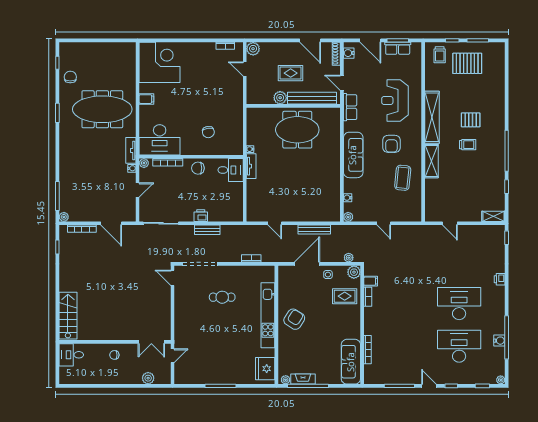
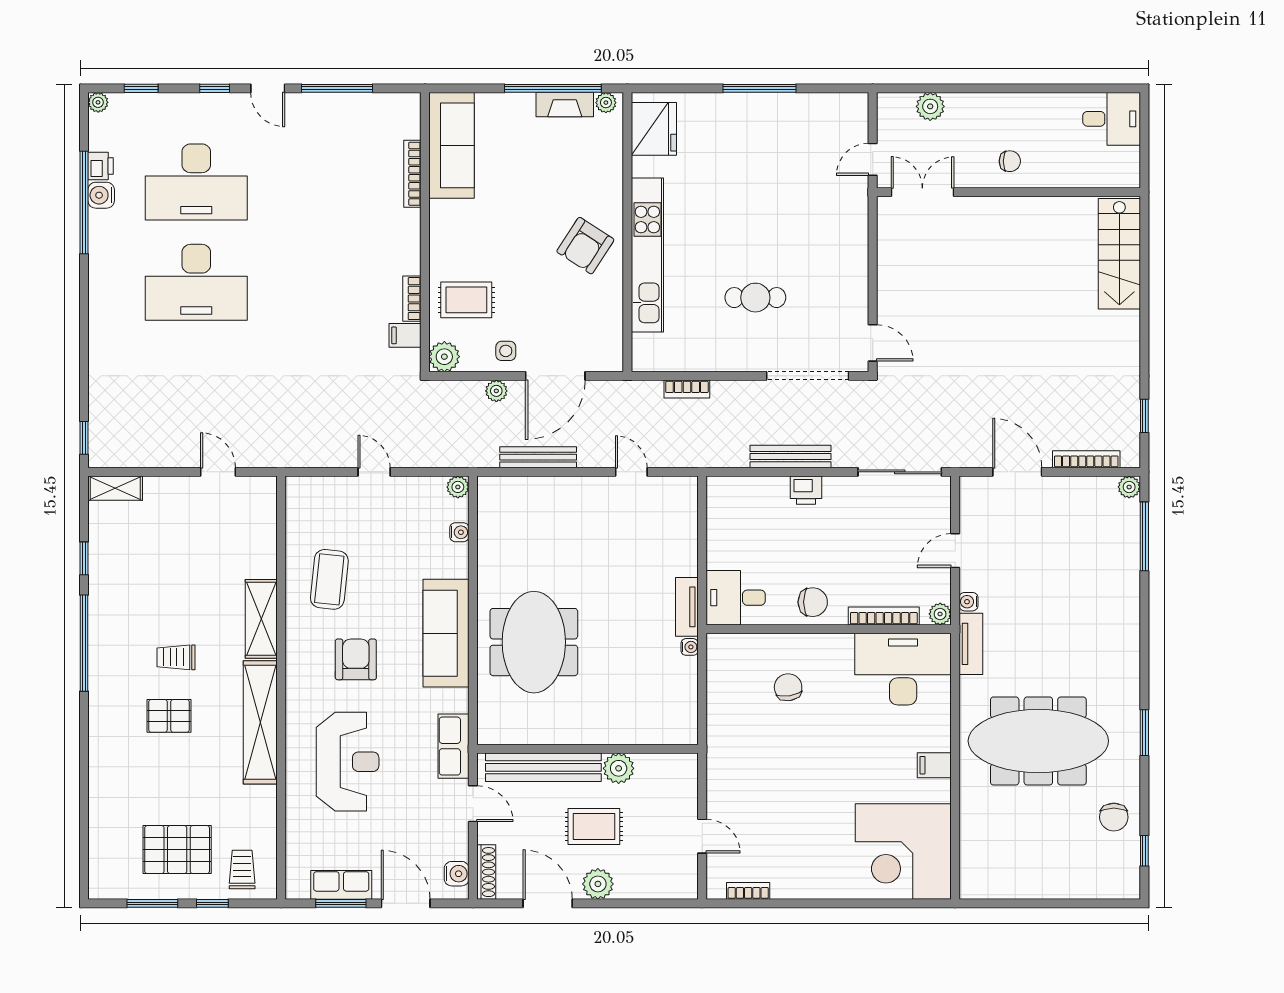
plant: (253, 49) -> (598, 884), moved
meeting table: (297, 130) -> (534, 642), moved, turned 90
bench: (207, 230) -> (791, 457), width x1.36
plant: (349, 258) -> (496, 391), moved
printer: (500, 279) -> (101, 166), moved
desk: (71, 355) -> (1112, 119), moved

